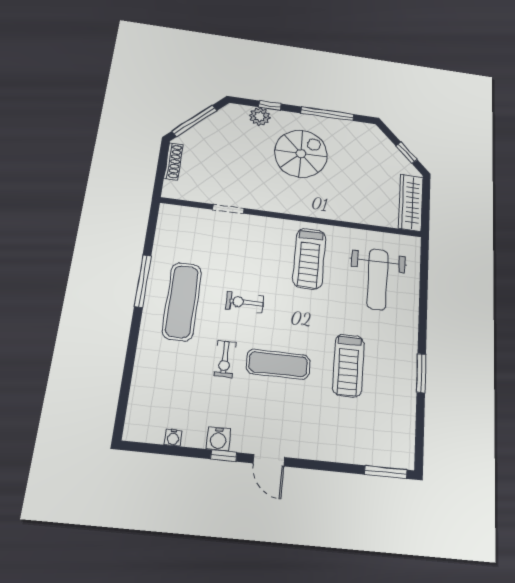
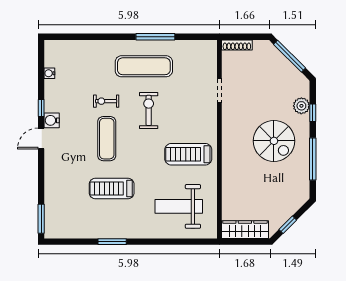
shoe rack: (173, 161) -> (237, 45), moved
exercise bike: (245, 302) -> (149, 110), width x1.38, depth x1.39
water cooler: (218, 439) -> (52, 120), moved

